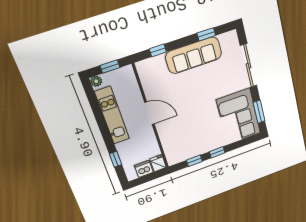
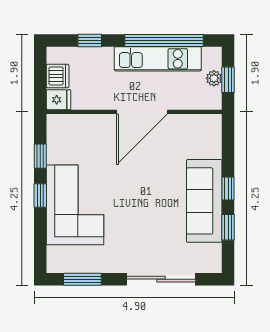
window: (158, 50) -> (228, 188), moved
plant: (96, 81) -> (214, 78), moved
door: (149, 113) -> (142, 112), width x1.36
window: (99, 116) -> (164, 40), added
corner sofa: (239, 117) -> (75, 205), moved, turned 90

